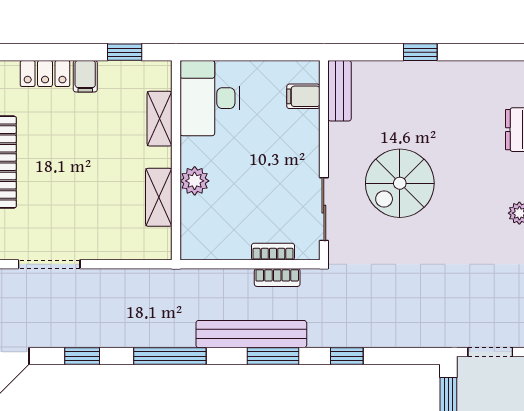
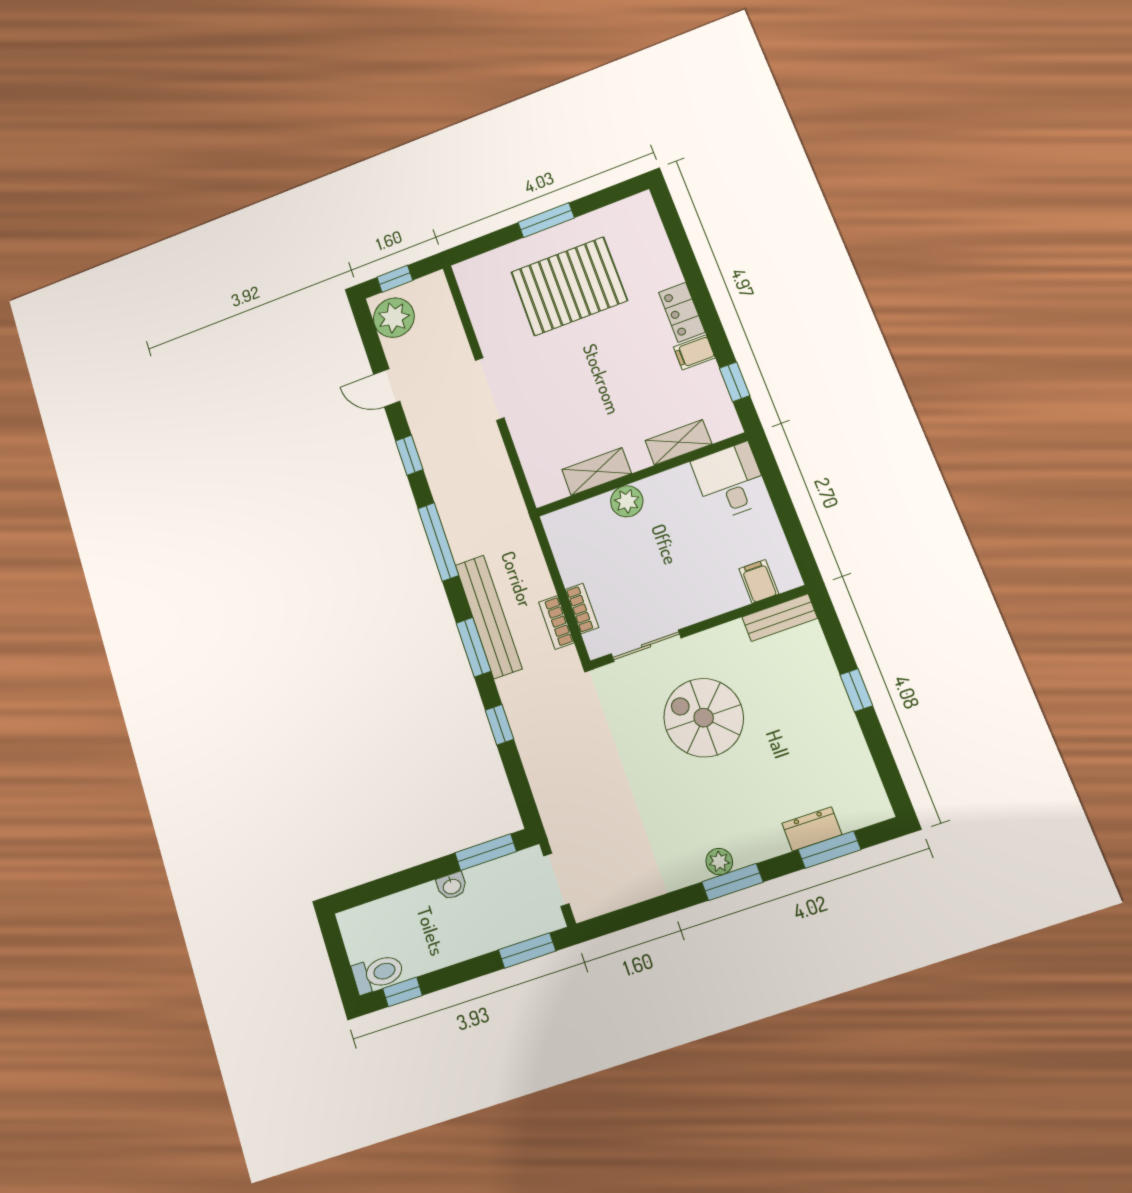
desk: (210, 98) -> (730, 481), width x0.73

